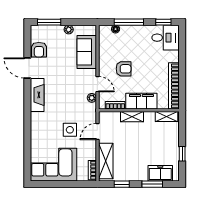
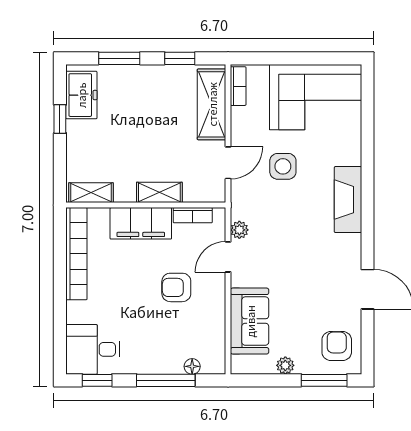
armchair: (39, 50) -> (337, 346), moved
door: (97, 84) -> (228, 257), hinge flipped
fireplace: (37, 95) -> (348, 200), moved
freezer: (160, 173) -> (81, 95), moved, turned -90

